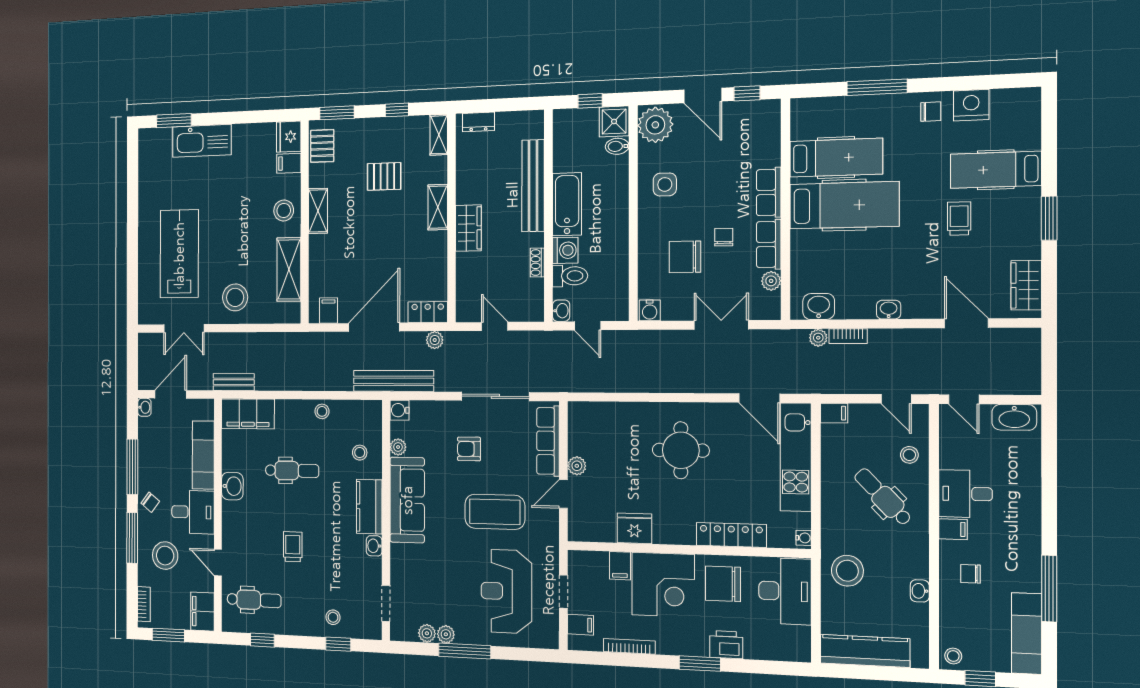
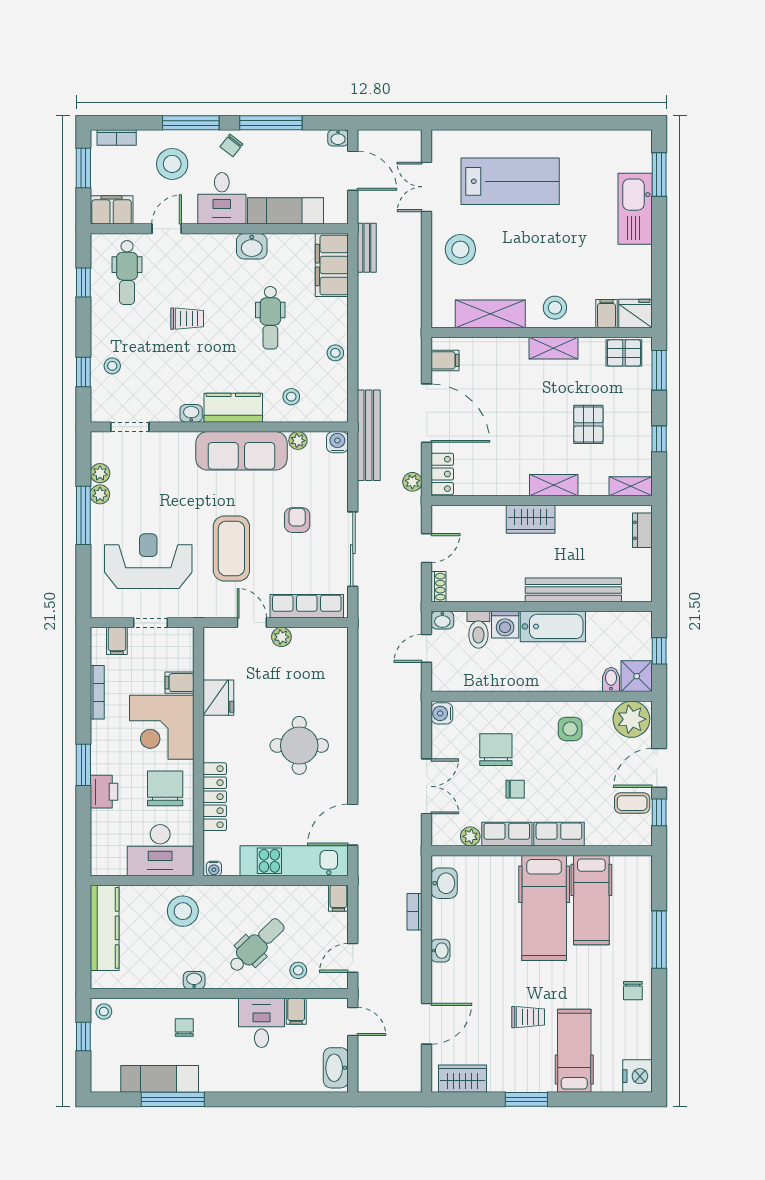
nightstand: (971, 105) -> (638, 1076), moved
coffee table: (738, 121) -> (632, 803), added
shoe rack: (537, 262) -> (439, 587), moved, turned 90
plant: (818, 338) -> (413, 883), removed
door: (964, 399) -> (353, 1021), swing flipped
filing cabinet: (953, 529) -> (296, 1011), moved
washbasin: (920, 591) -> (194, 980), moved
exam couch: (1027, 633) -> (160, 1079), moved

